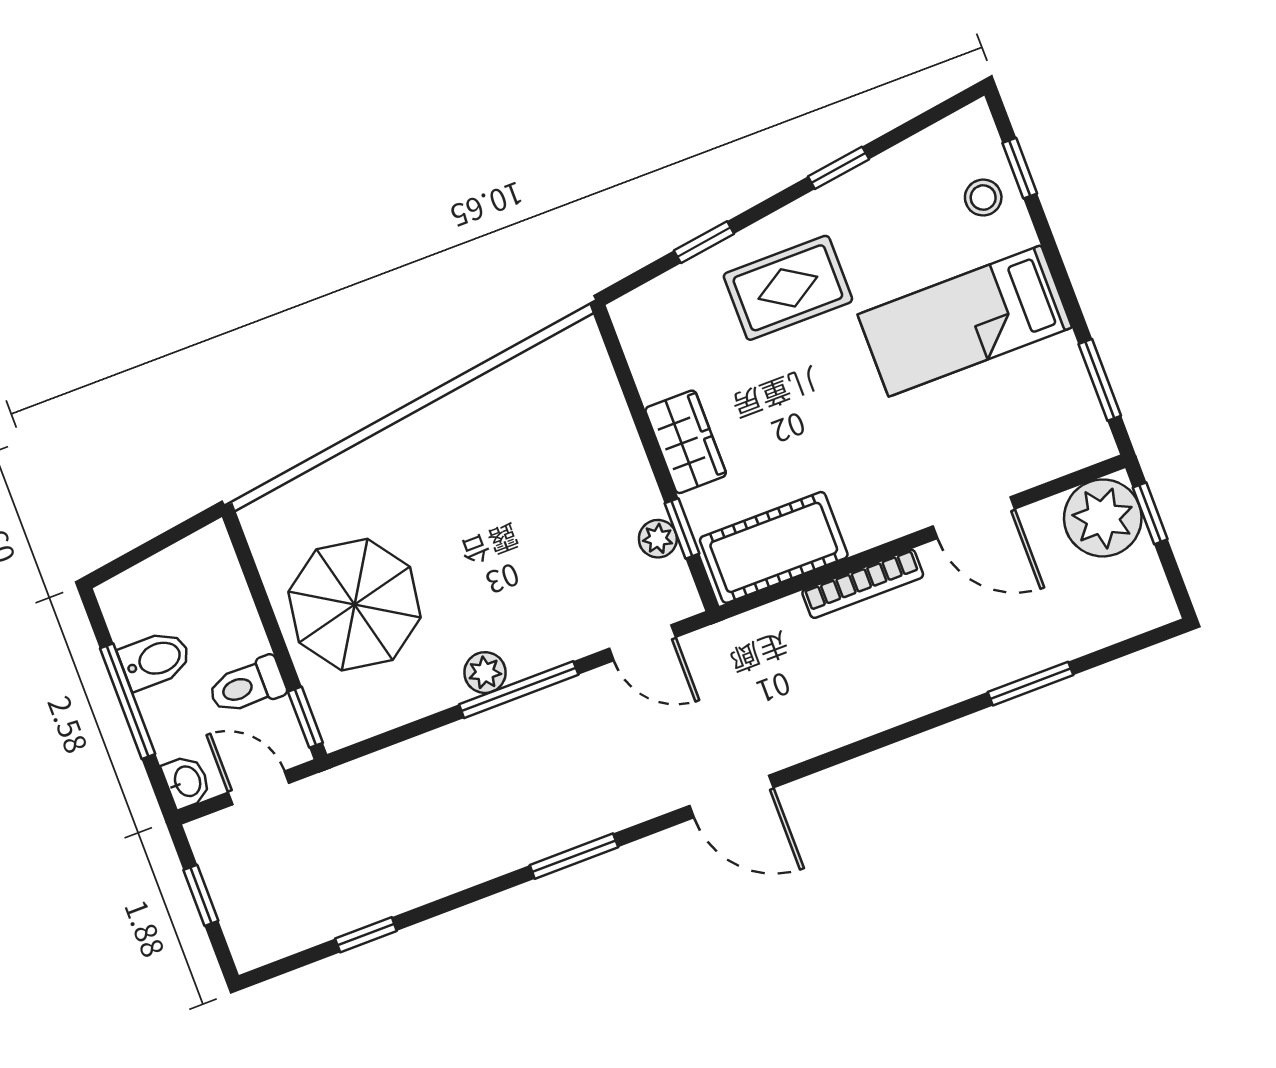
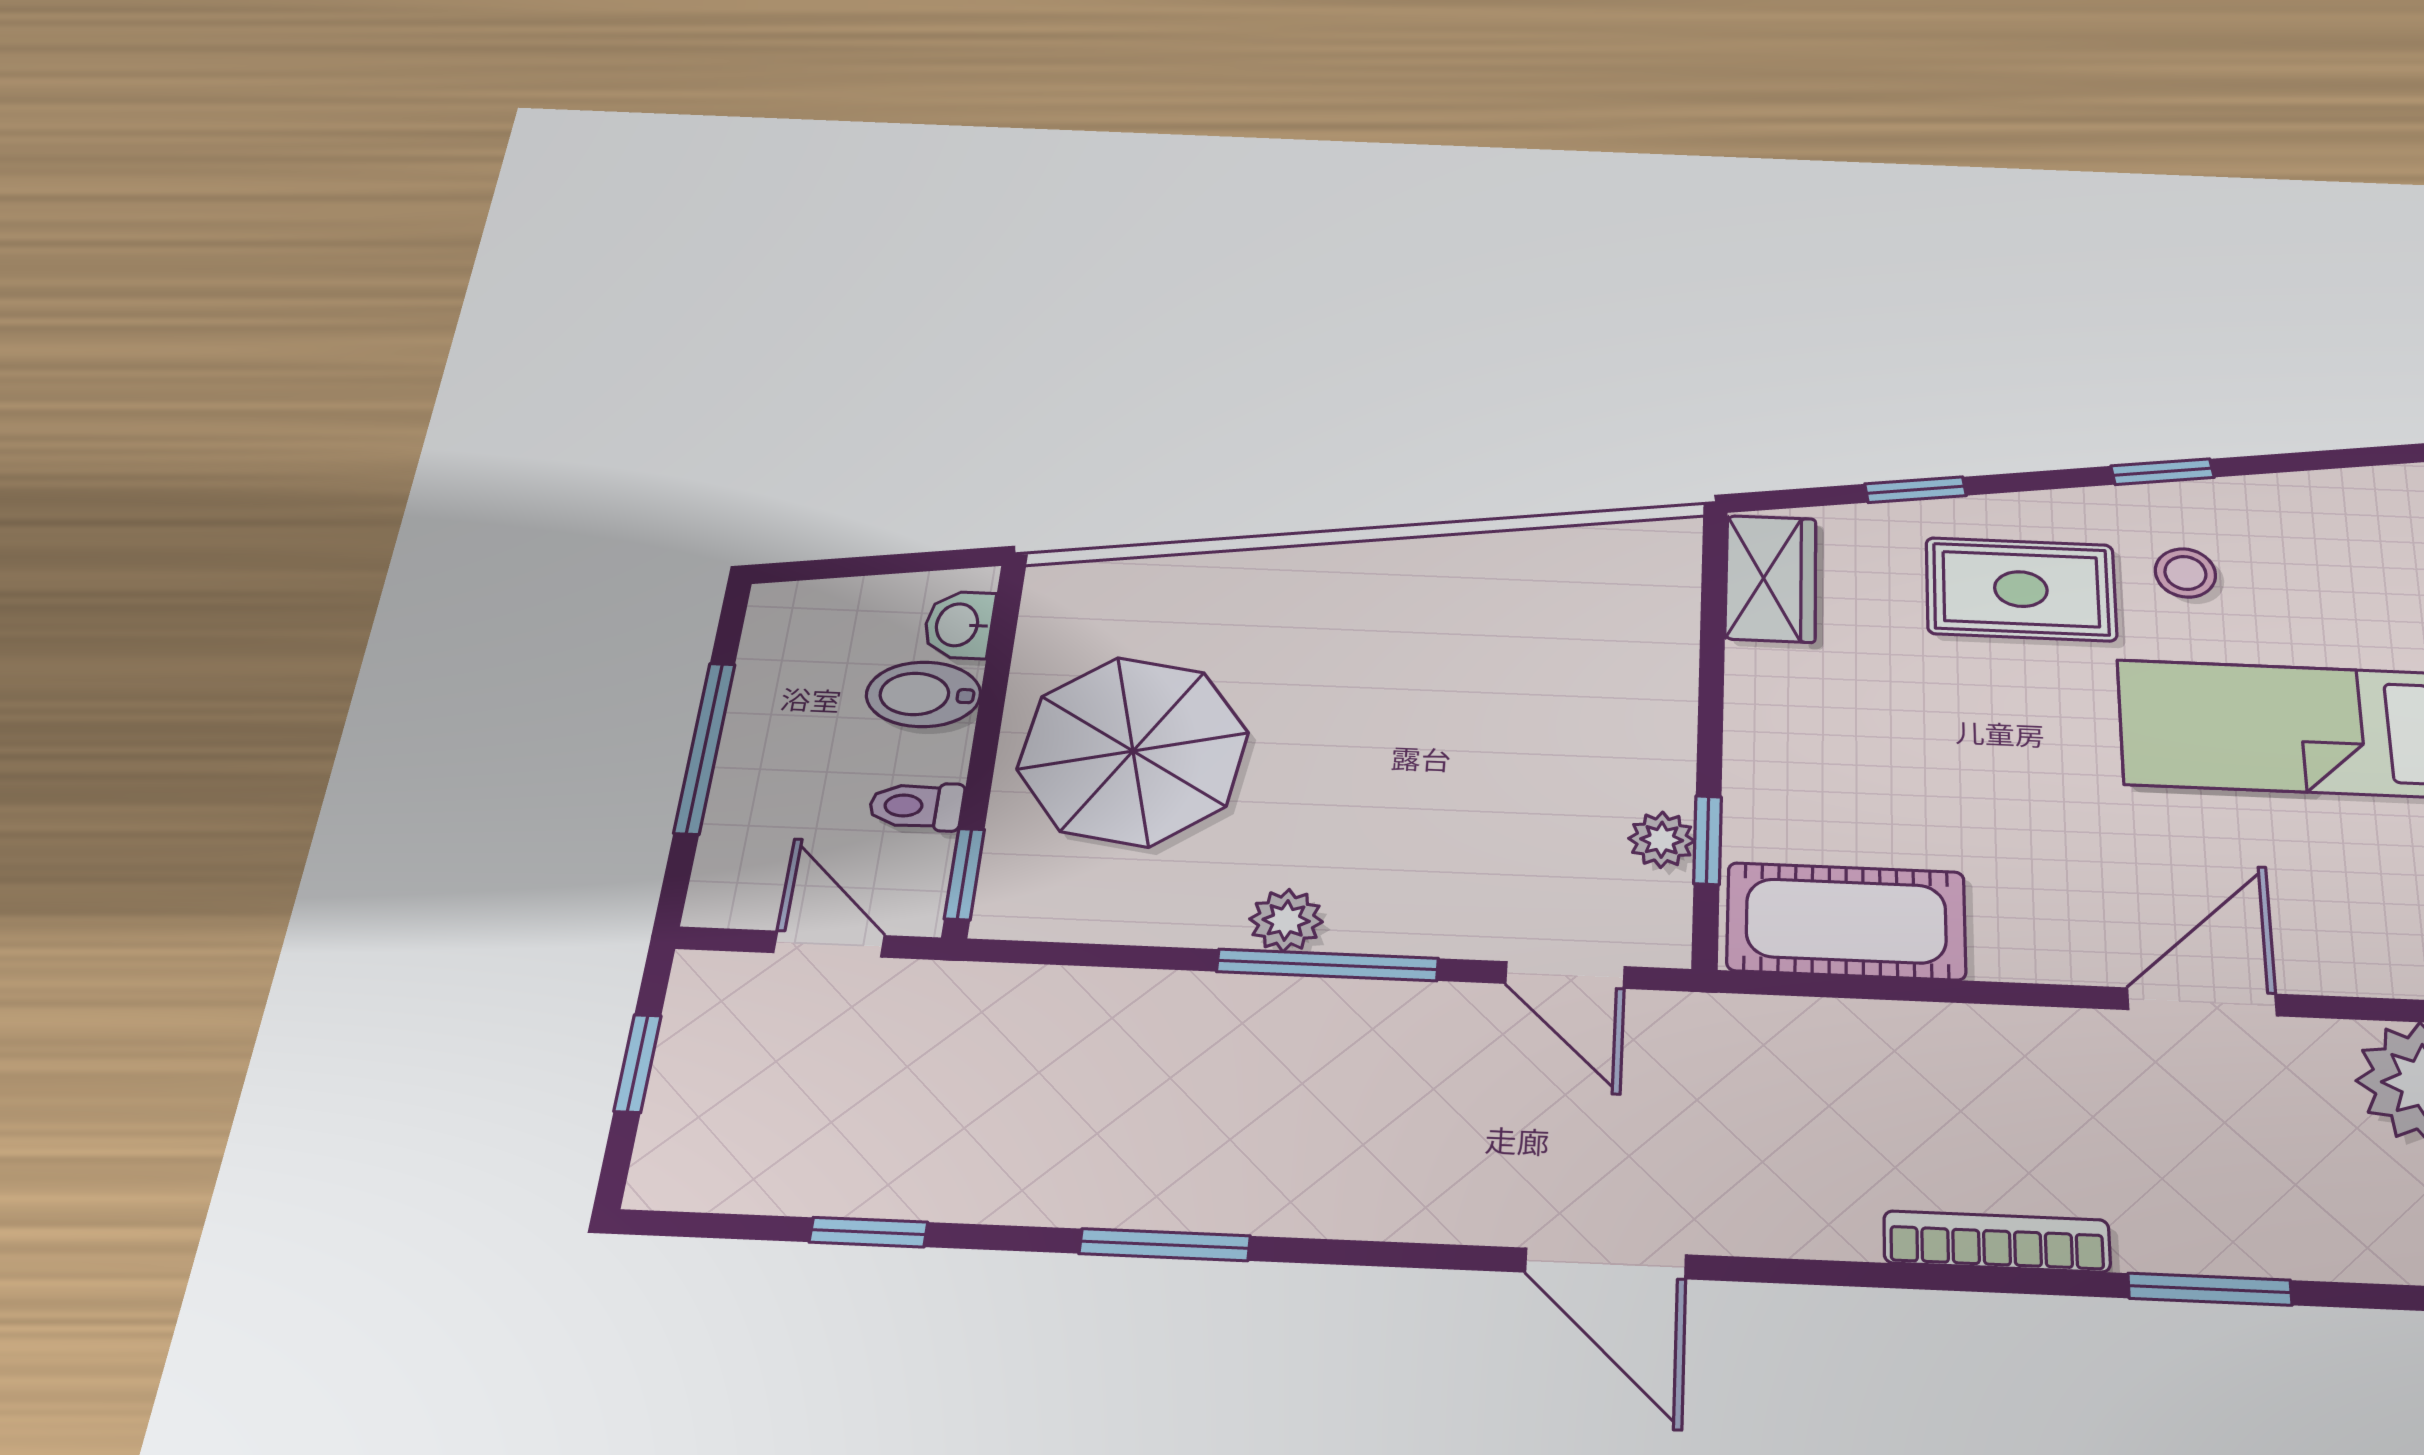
stool: (983, 198) -> (2185, 573), moved
wardrobe: (686, 442) -> (1771, 579), moved
door: (974, 518) -> (2202, 1002), swing flipped
bookcase: (863, 584) -> (1997, 1241), moved, turned 180
bidet: (155, 660) -> (923, 694), moved, turned 180
toilet: (247, 686) -> (916, 806), width x0.73, depth x0.72
washbasin: (186, 782) -> (959, 625), moved, turned 180
window: (574, 856) -> (1165, 1245), moved

